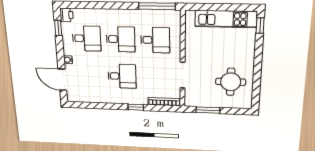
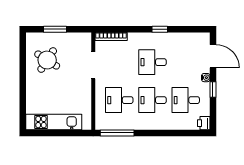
window: (260, 26) -> (23, 116), removed
window: (58, 28) -> (213, 89), moved
round table: (231, 82) -> (47, 60), turned 33
window: (136, 107) -> (160, 29), moved
window: (208, 110) -> (55, 29), moved

